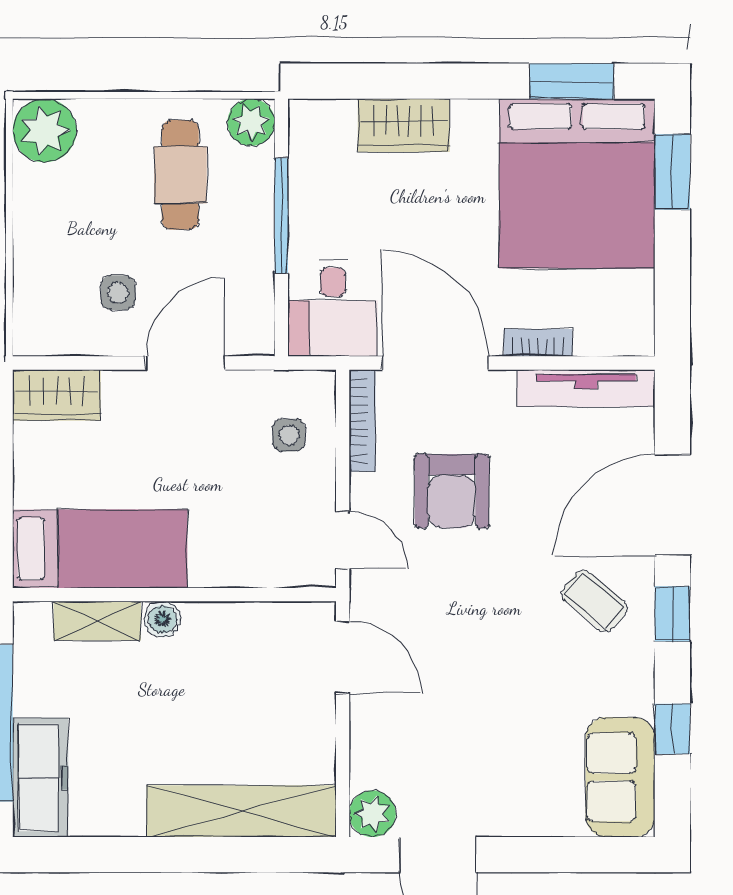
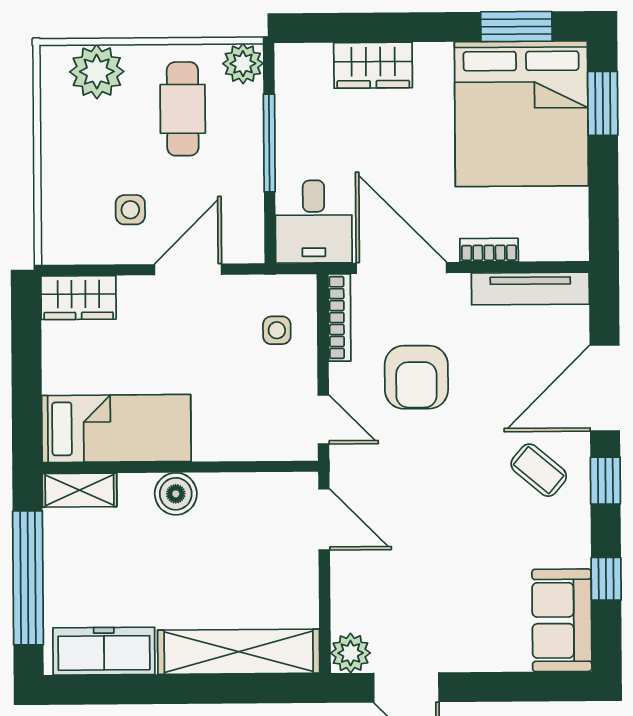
plant: (45, 131) -> (97, 72), moved
boiler: (162, 619) -> (176, 494), width x1.36, depth x1.36
shelving: (97, 621) -> (80, 490), moved
freezer: (40, 777) -> (104, 651), moved, turned -90

